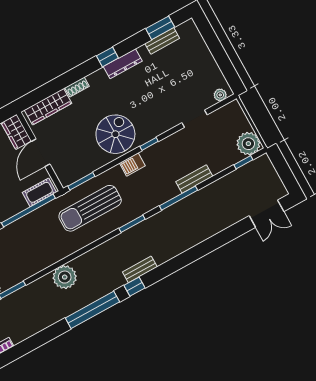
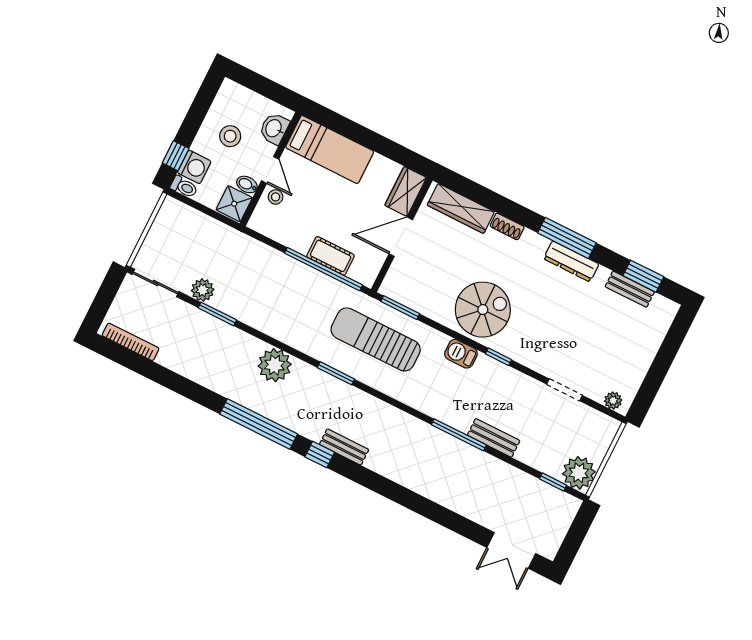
window: (107, 57) -> (567, 238), width x2.17
cot: (39, 192) -> (331, 256), moved
window: (132, 224) -> (336, 373), moved

